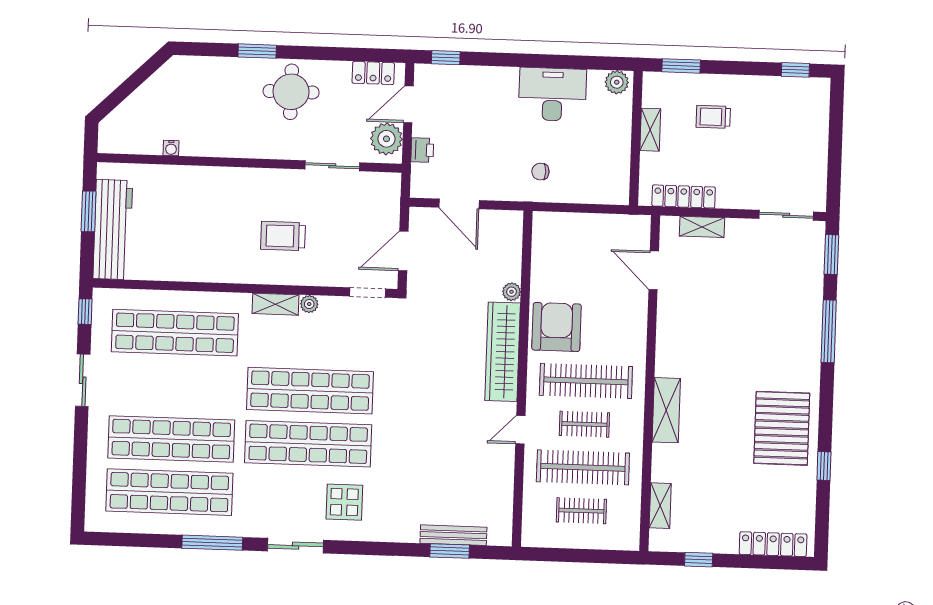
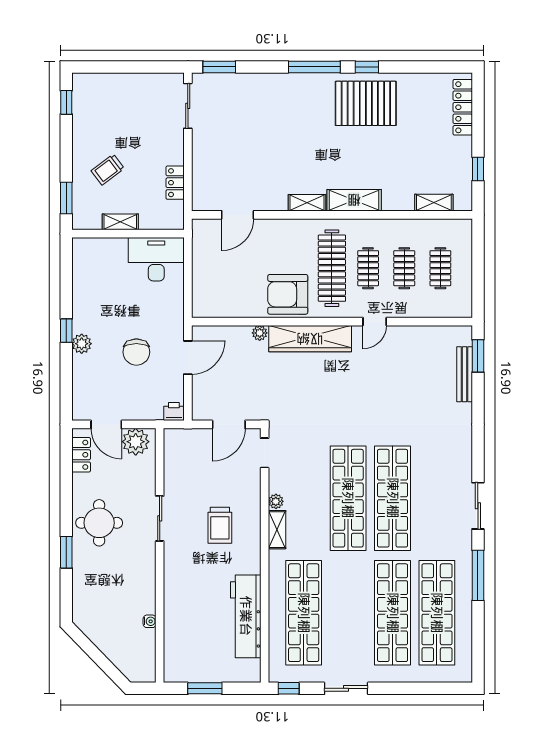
window: (446, 58) -> (66, 331), moved
plant: (617, 82) -> (82, 344), moved
desk: (552, 94) -> (156, 259), moved, turned 90
trolley: (713, 117) -> (108, 170), turned 53
printer: (422, 150) -> (174, 412), moved
sliding door: (332, 166) -> (160, 518), moved
chair: (540, 172) -> (136, 352), moved, width x1.87, depth x1.87
locker: (684, 196) -> (175, 183), width x0.66
door: (459, 204) -> (188, 358), moved
shelving: (702, 227) -> (307, 203), moved, turned 90
workbench: (113, 229) -> (246, 616), moved, turned -90
door: (403, 251) -> (229, 424), hinge flipped
window: (829, 331) -> (314, 67), moved
door: (520, 430) -> (375, 322), hinge flipped
window: (824, 466) -> (367, 67), moved
clothes rail: (583, 467) -> (404, 268), width x0.54, depth x0.76
display table: (344, 502) -> (440, 466), removed
window: (450, 551) -> (478, 356), moved

